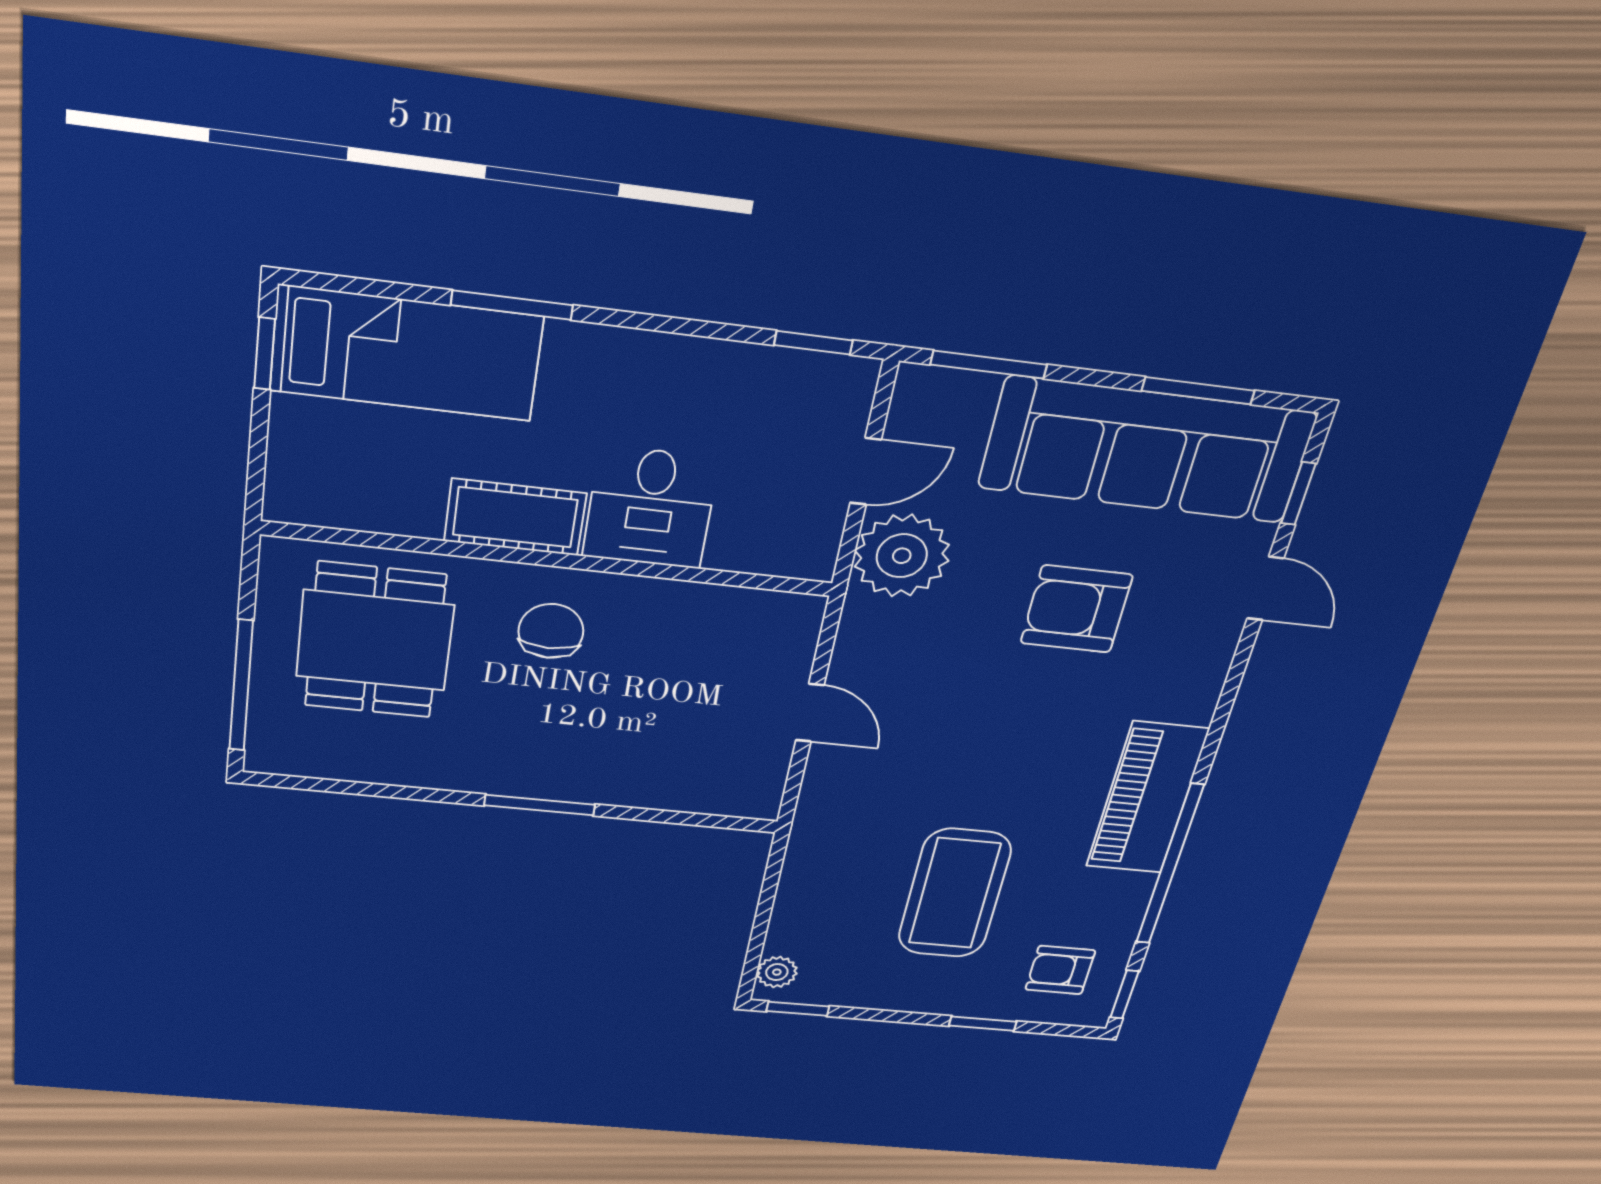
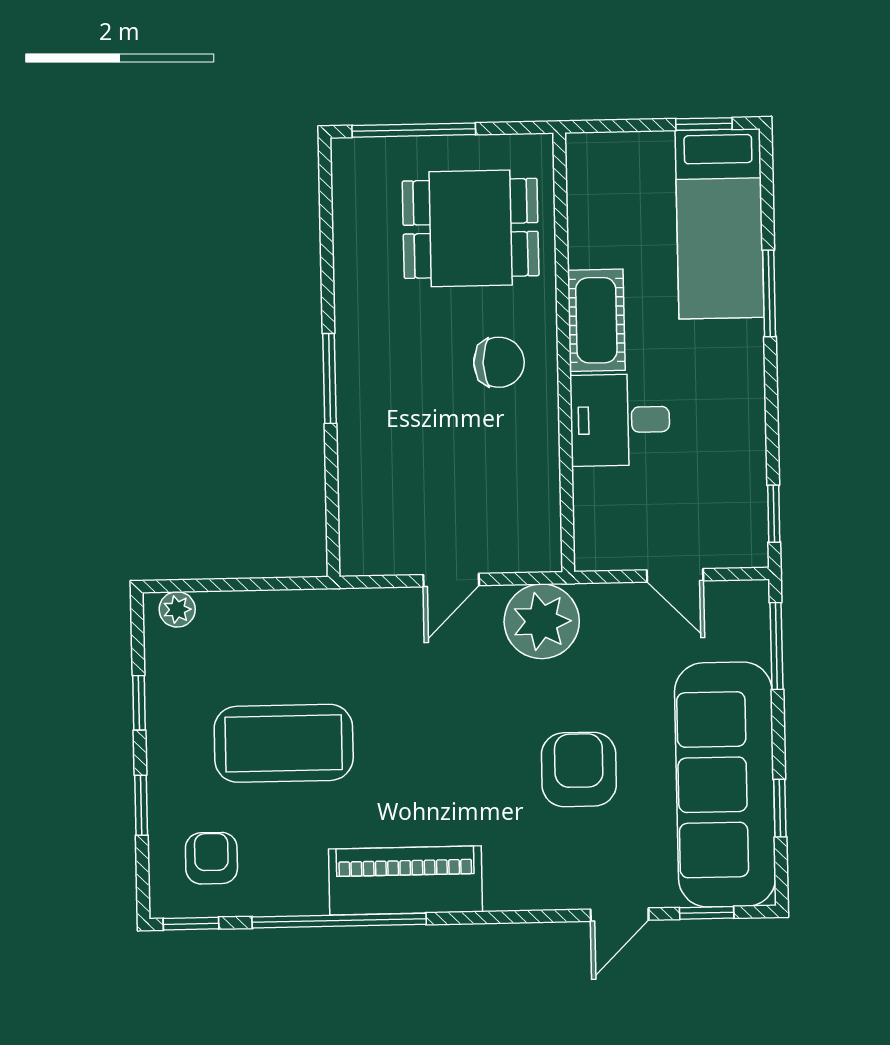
window: (1198, 391) -> (780, 808), width x0.67
plant: (902, 556) -> (542, 621), moved
window: (798, 1009) -> (139, 703), moved

